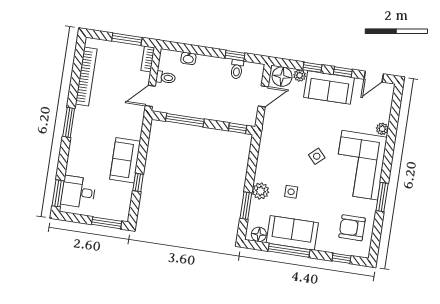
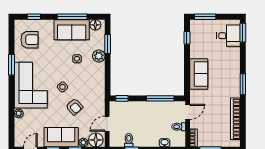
armchair: (305, 127) -> (74, 107), added
sofa: (125, 160) -> (199, 74), moved
window: (138, 182) -> (187, 38), moved

